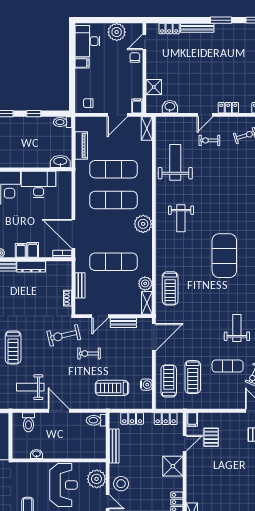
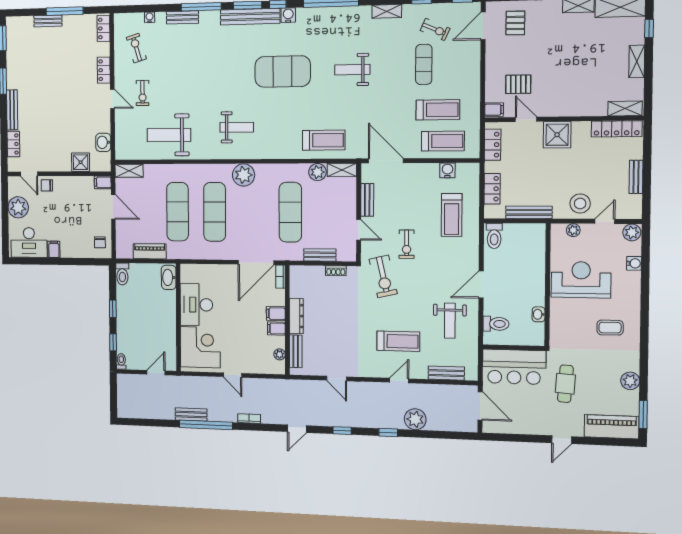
weight bench: (237, 328) -> (352, 70), moved
treadmill: (169, 381) -> (443, 141), turned 180
plant: (97, 479) -> (573, 230), width x0.53, depth x0.53

